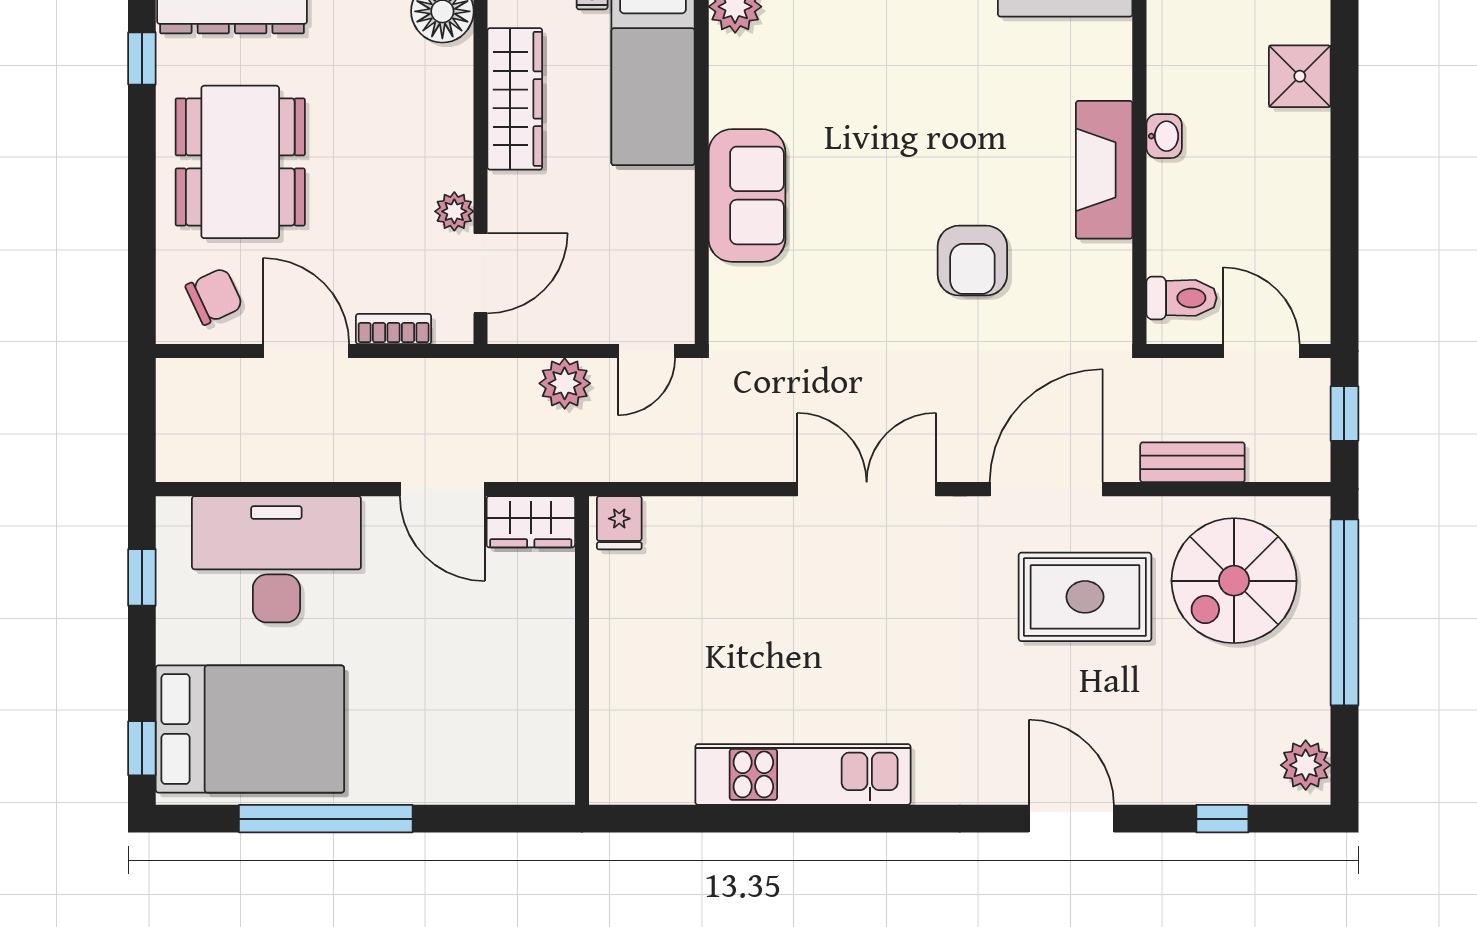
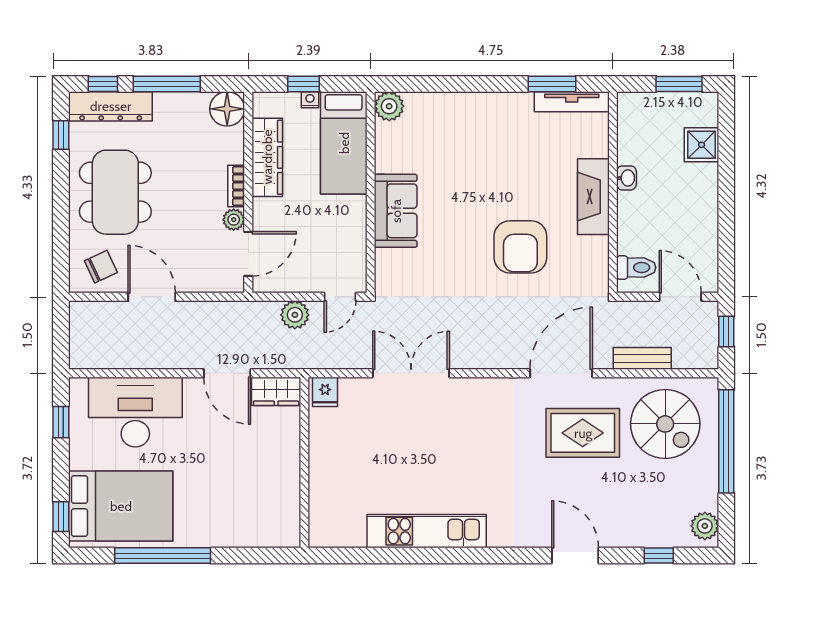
armchair: (972, 261) -> (520, 247), width x1.36, depth x1.36
bookcase: (394, 329) -> (236, 186), moved, turned -90
double door: (867, 489) -> (411, 373), moved
spiral stairs: (1234, 581) -> (665, 424), turned -90

